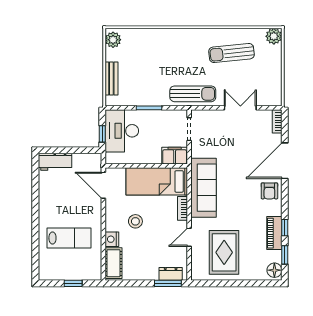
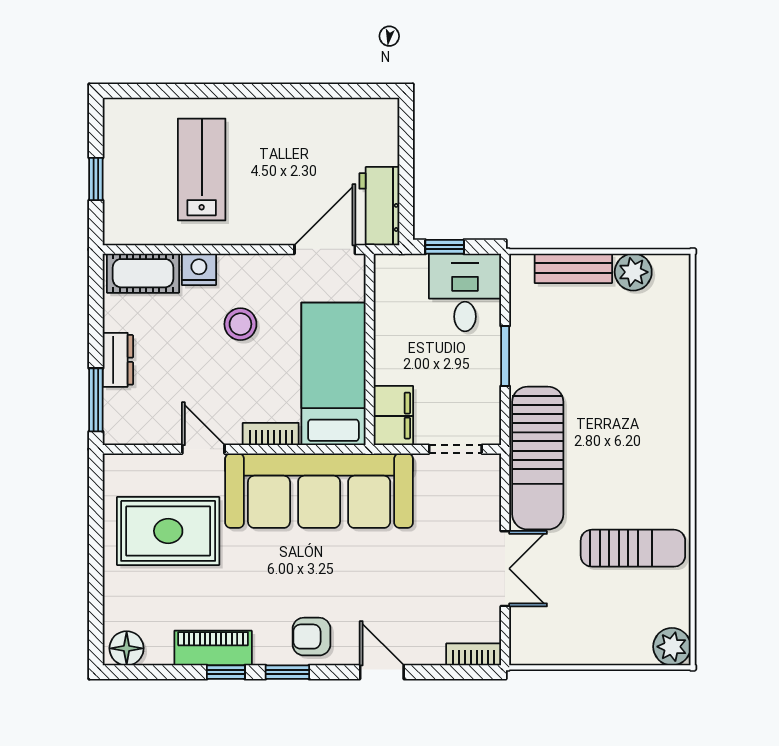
plant: (113, 40) -> (633, 272), moved
sun lounger: (231, 53) -> (633, 548), turned 96
sun lounger: (193, 94) -> (538, 458), width x1.36, depth x1.34
desk: (122, 131) -> (465, 292), width x0.73
door: (285, 161) -> (382, 672), width x0.53
workbench: (55, 162) -> (379, 206), moved
sofa: (203, 188) -> (319, 491), width x1.36, depth x1.27
lab bench: (69, 238) -> (202, 170), turned 180
window: (285, 255) -> (287, 672), moved
dresser: (171, 274) -> (118, 360), moved

